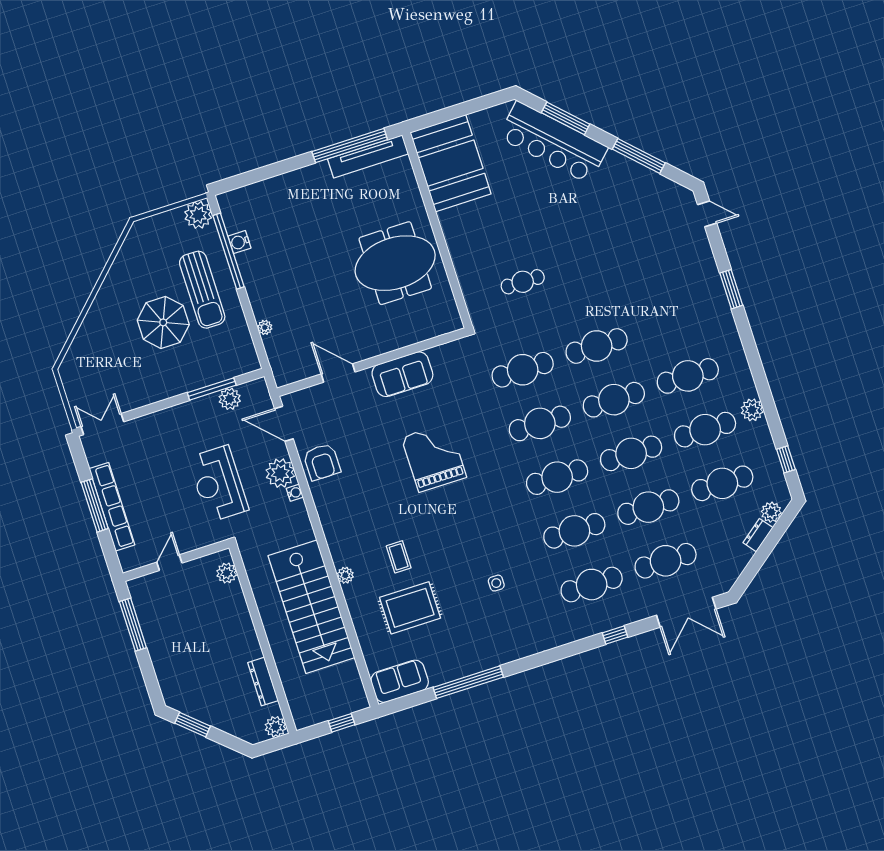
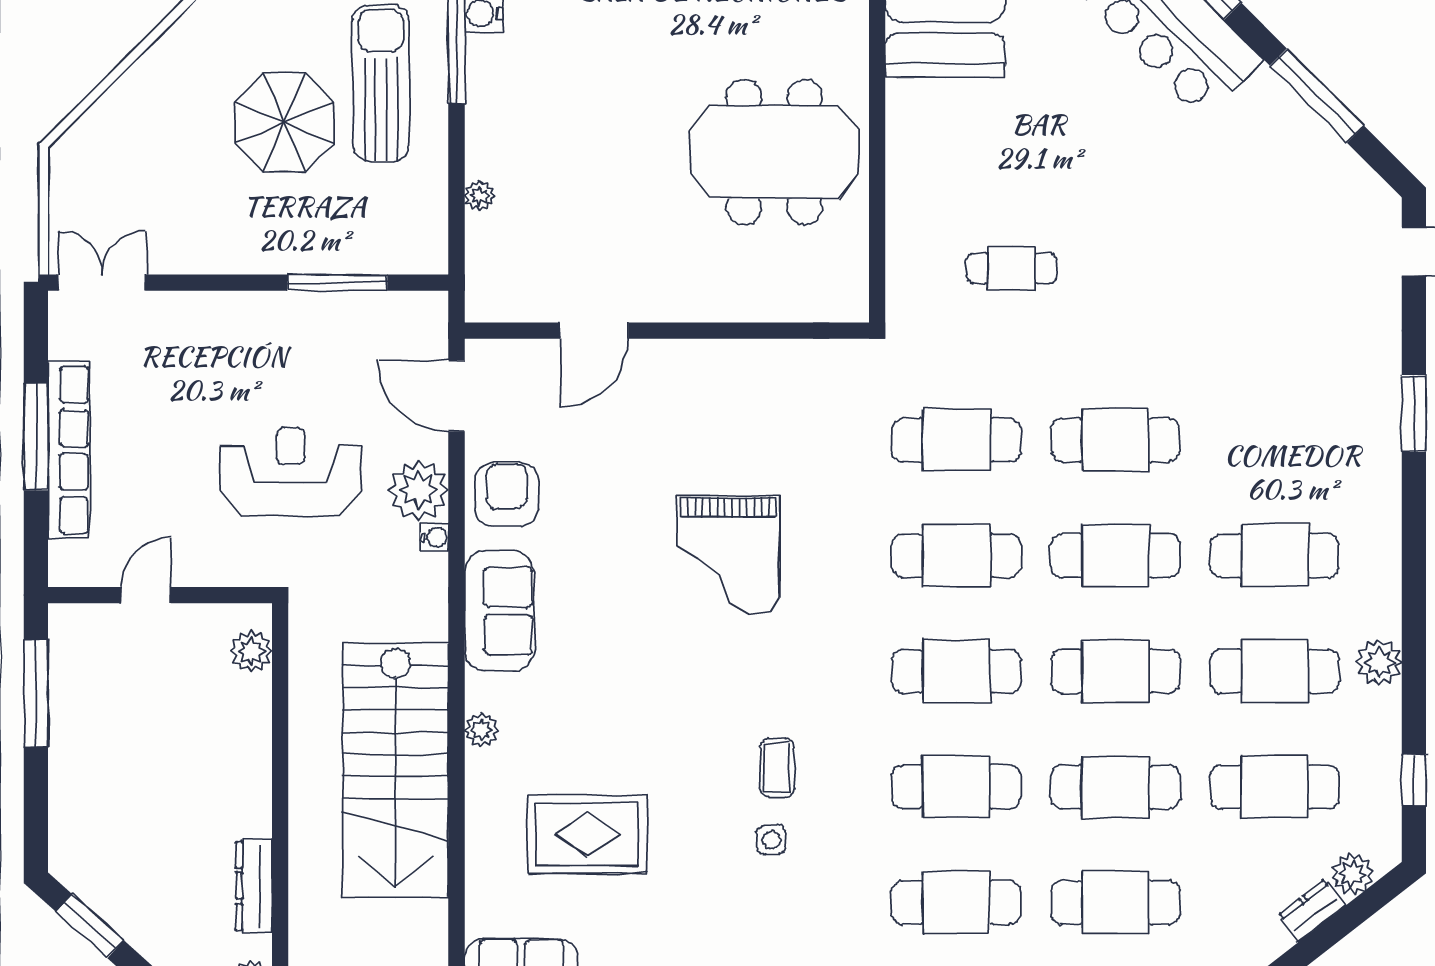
sun lounger: (202, 290) -> (381, 83), turned 180
door: (338, 373) -> (594, 331), swing flipped
sofa: (402, 374) -> (499, 611), moved, turned -90
plant: (230, 399) -> (366, 313), removed
grand piano: (434, 457) -> (728, 555), turned 180
armchair: (322, 462) -> (507, 494), turned 180
reception desk: (218, 484) -> (291, 472), turned 90
coffee table: (399, 557) -> (777, 768), moved

